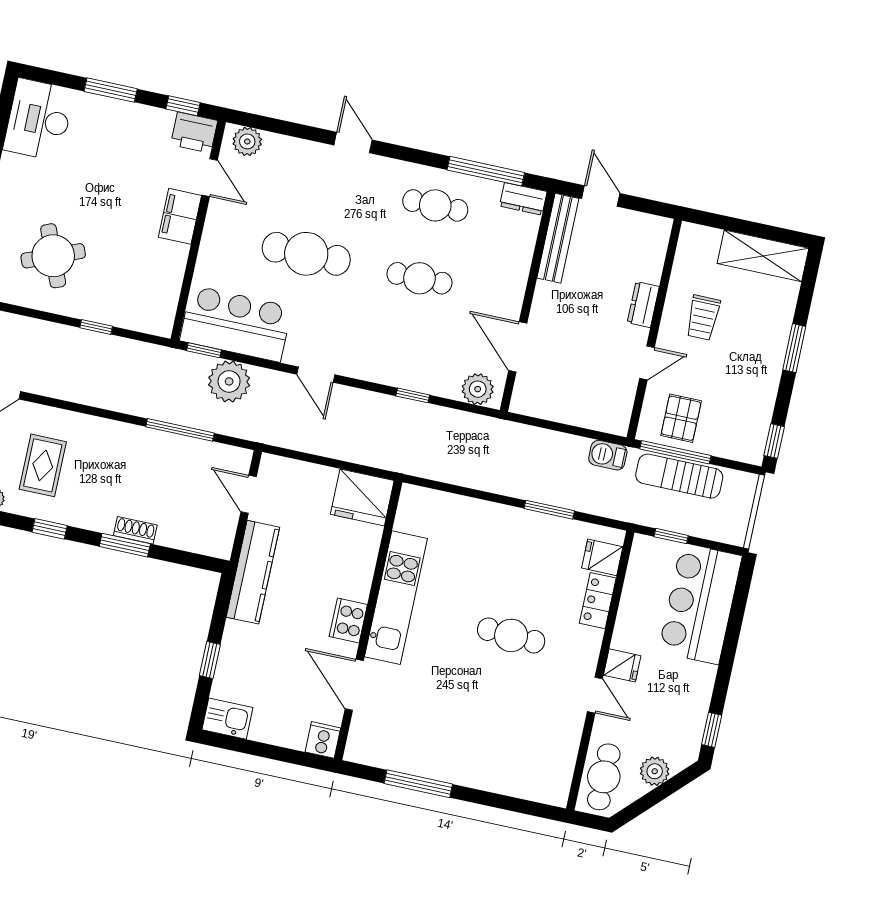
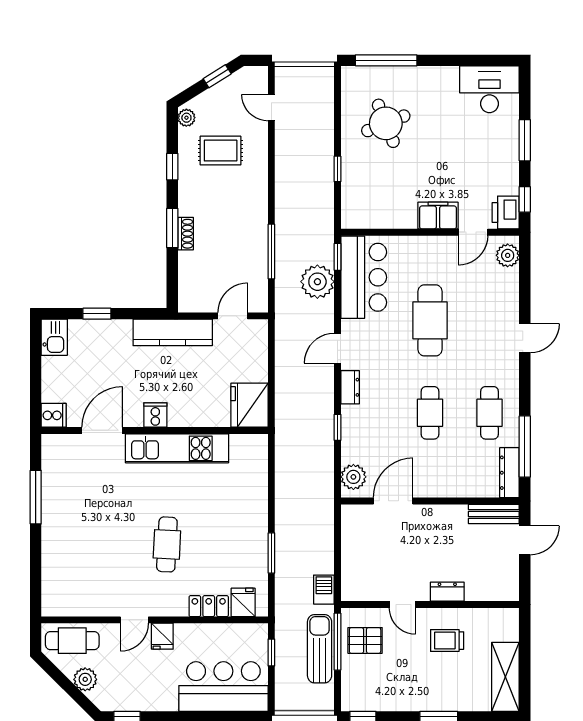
dresser: (523, 199) -> (509, 473), width x1.44
bench: (558, 238) -> (494, 514), width x0.73
dresser: (367, 369) -> (350, 387), added
cooker: (348, 621) -> (155, 415), width x0.73

